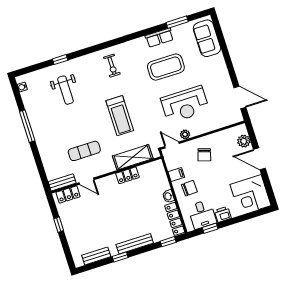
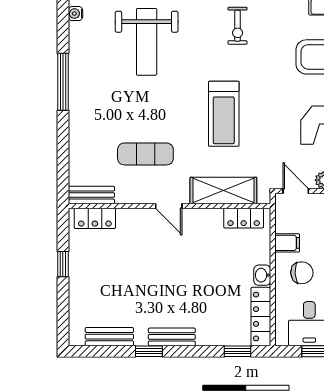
weight bench: (66, 90) -> (147, 42), width x1.36, depth x1.33
locker: (128, 175) -> (244, 218), moved
door: (87, 181) -> (169, 206), moved
bench: (135, 244) -> (172, 337), width x0.73

